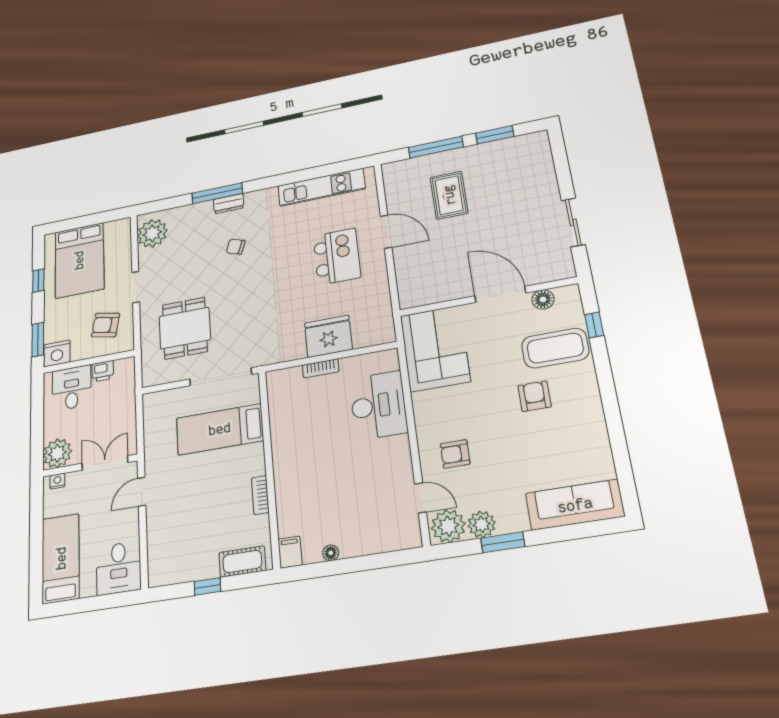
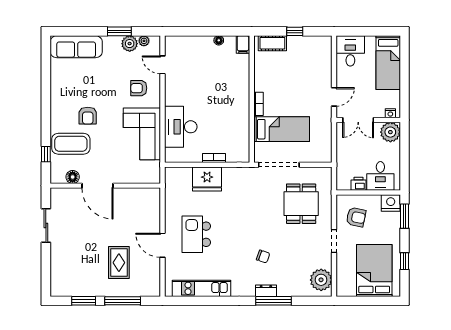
corner sofa: (435, 348) -> (142, 134), moved
armchair: (455, 454) -> (139, 88), turned 180
bookcase: (260, 495) -> (259, 104), moved
plant: (448, 526) -> (144, 41), width x0.53, depth x0.53

